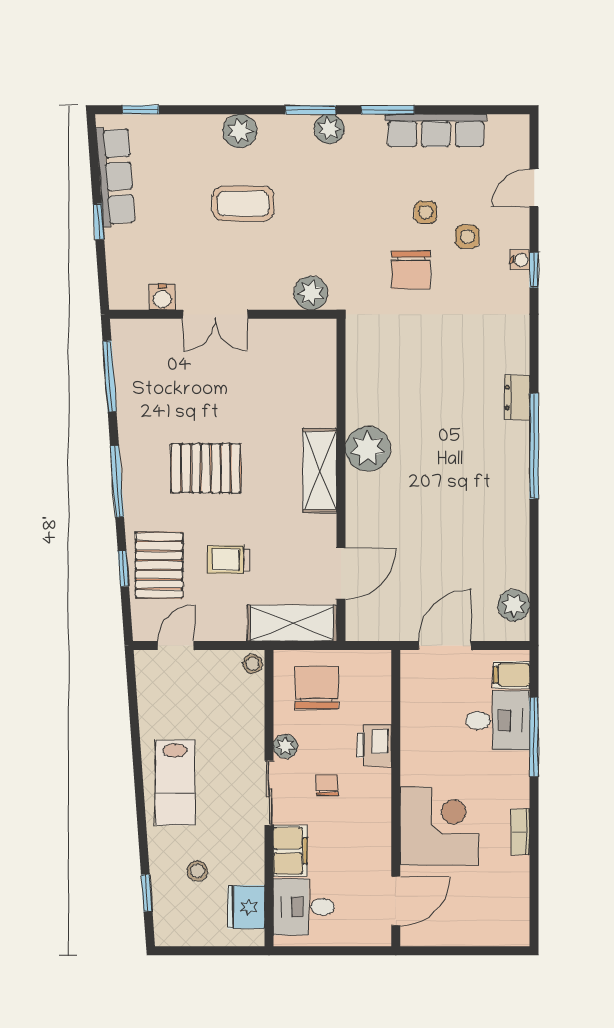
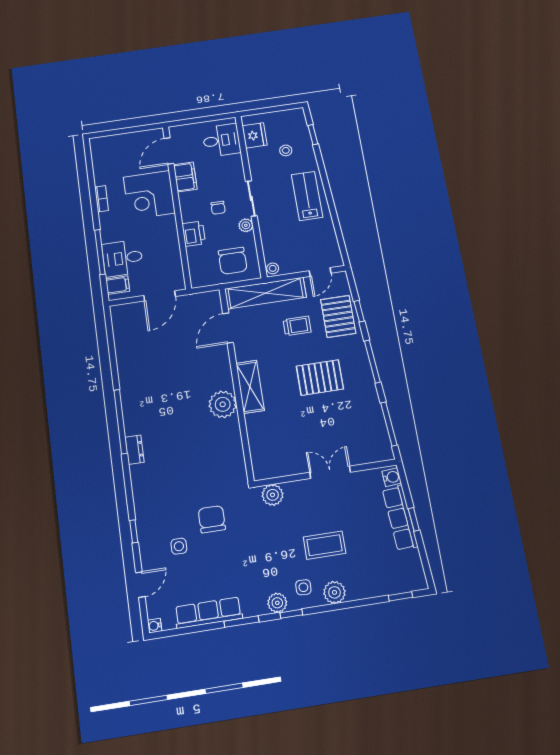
window: (310, 110) -> (291, 614), width x0.67
row of seats: (116, 176) -> (400, 518), moved
side table: (426, 212) -> (303, 587), moved
water cooler: (520, 260) -> (155, 626), moved
water cooler: (162, 297) -> (392, 477), moved, turned 86
plant: (514, 605) -> (121, 325), removed
shelving: (292, 623) -> (266, 293), width x1.47
filing cabinet: (290, 851) -> (185, 177), moved, turned 180

